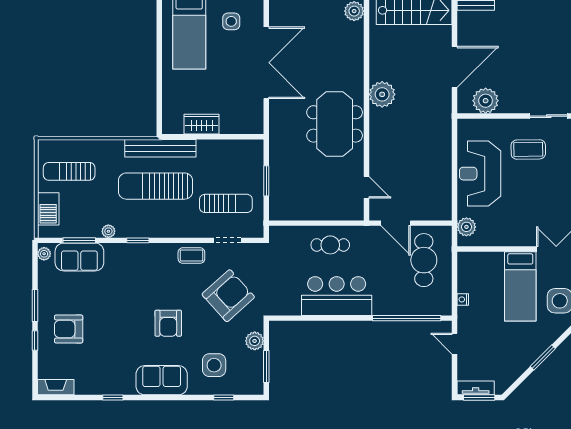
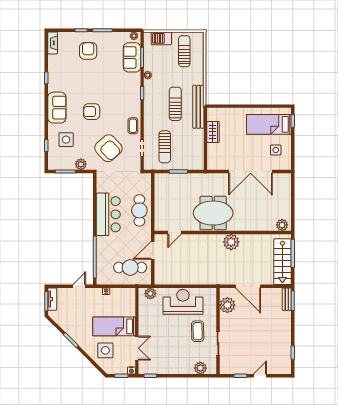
sun lounger: (155, 186) -> (175, 104), width x0.73, depth x0.75
cafe table: (330, 245) -> (139, 210), width x1.37, depth x1.35

